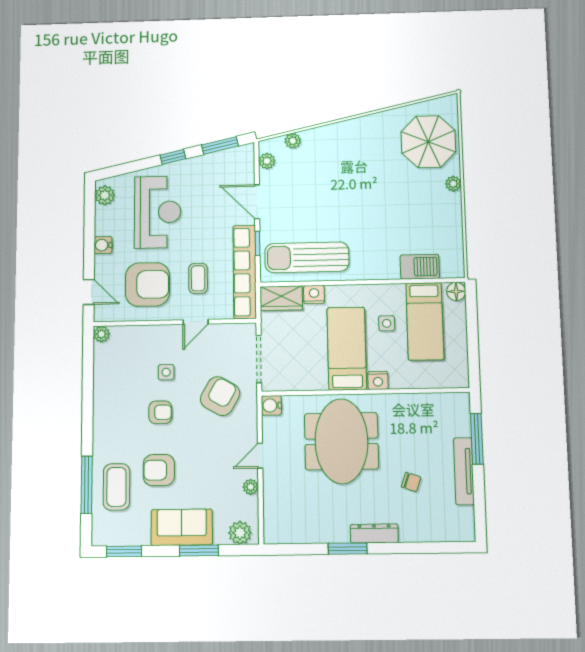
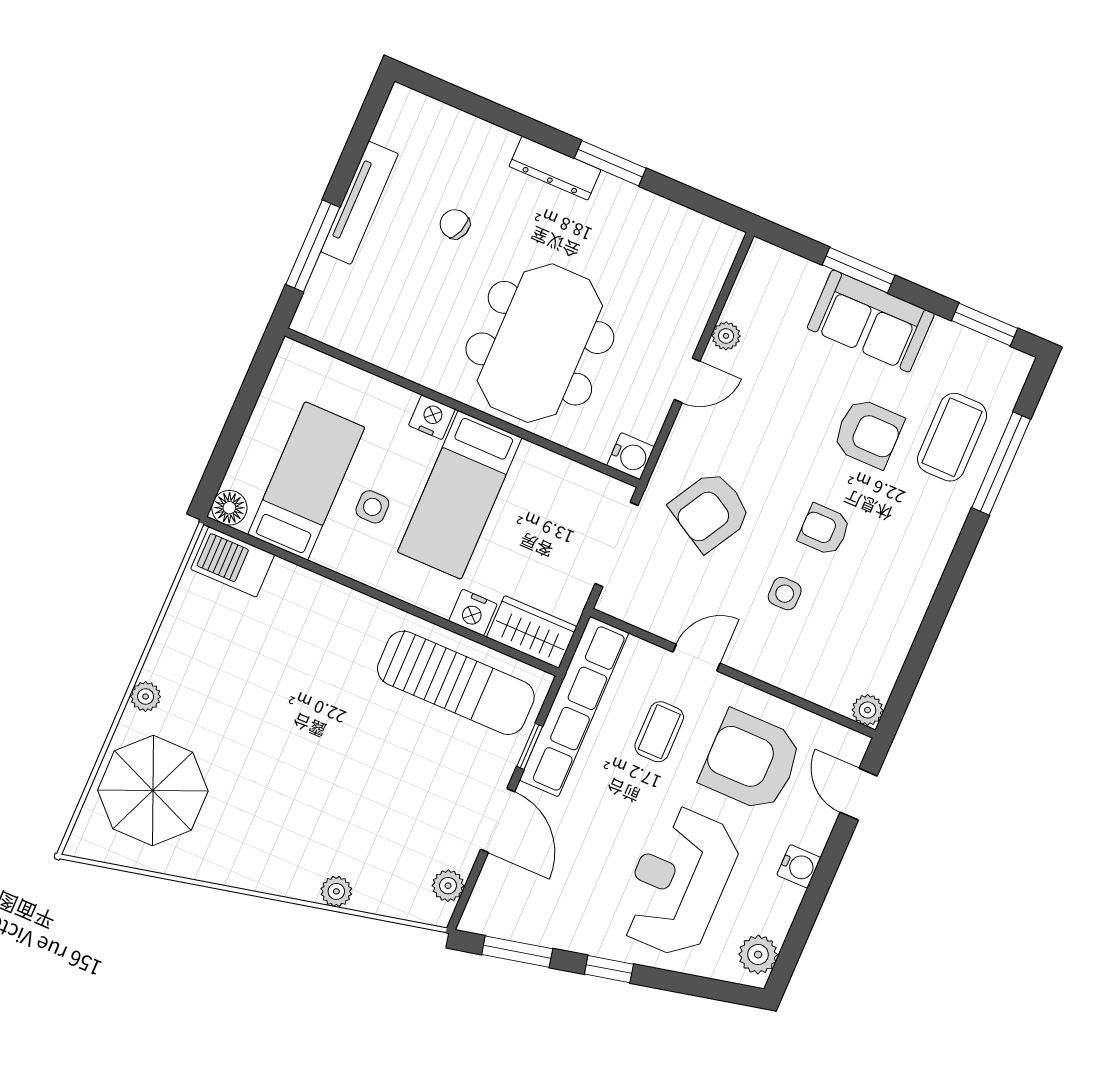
plant: (293, 141) -> (336, 891), moved
barbecue: (420, 267) -> (233, 562), moved
plant: (240, 533) -> (777, 269), removed

